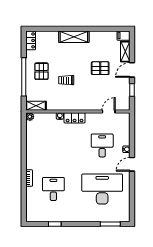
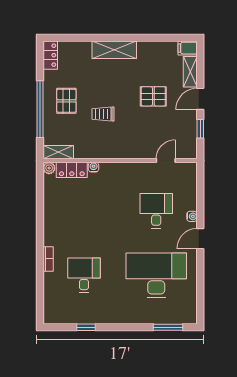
locker: (75, 118) -> (72, 170), moved

